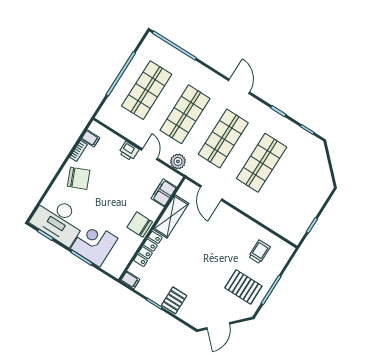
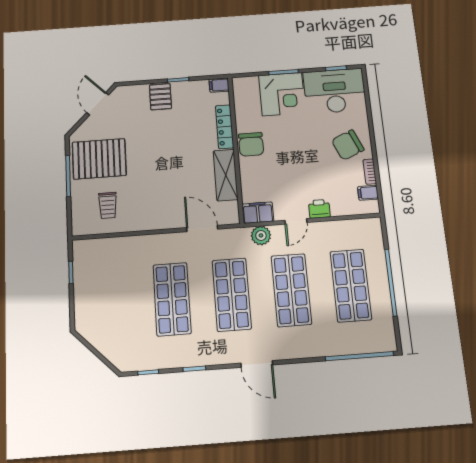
door: (150, 154) -> (296, 221), hinge flipped
filing cabinet: (164, 193) -> (258, 213), moved, turned -90
chair: (140, 225) -> (251, 144), turned 90
pallet: (243, 287) -> (99, 159), width x1.37, depth x1.41

